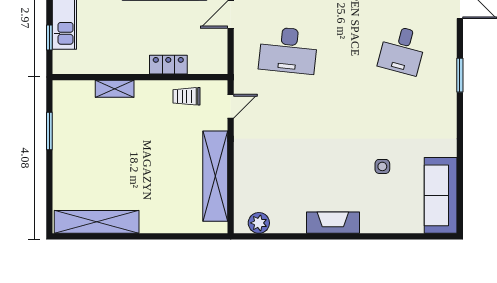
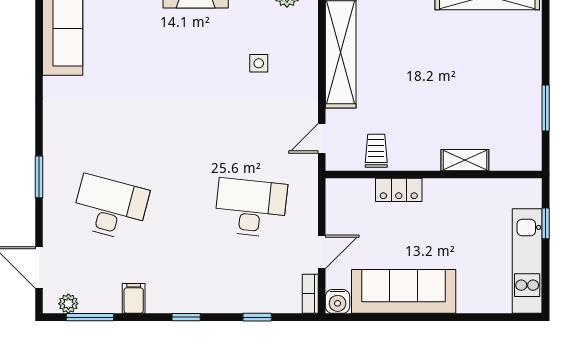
desk: (402, 50) -> (110, 208), width x1.37
trolley: (187, 96) -> (376, 151), turned -90
side table: (382, 166) -> (259, 63), moved

